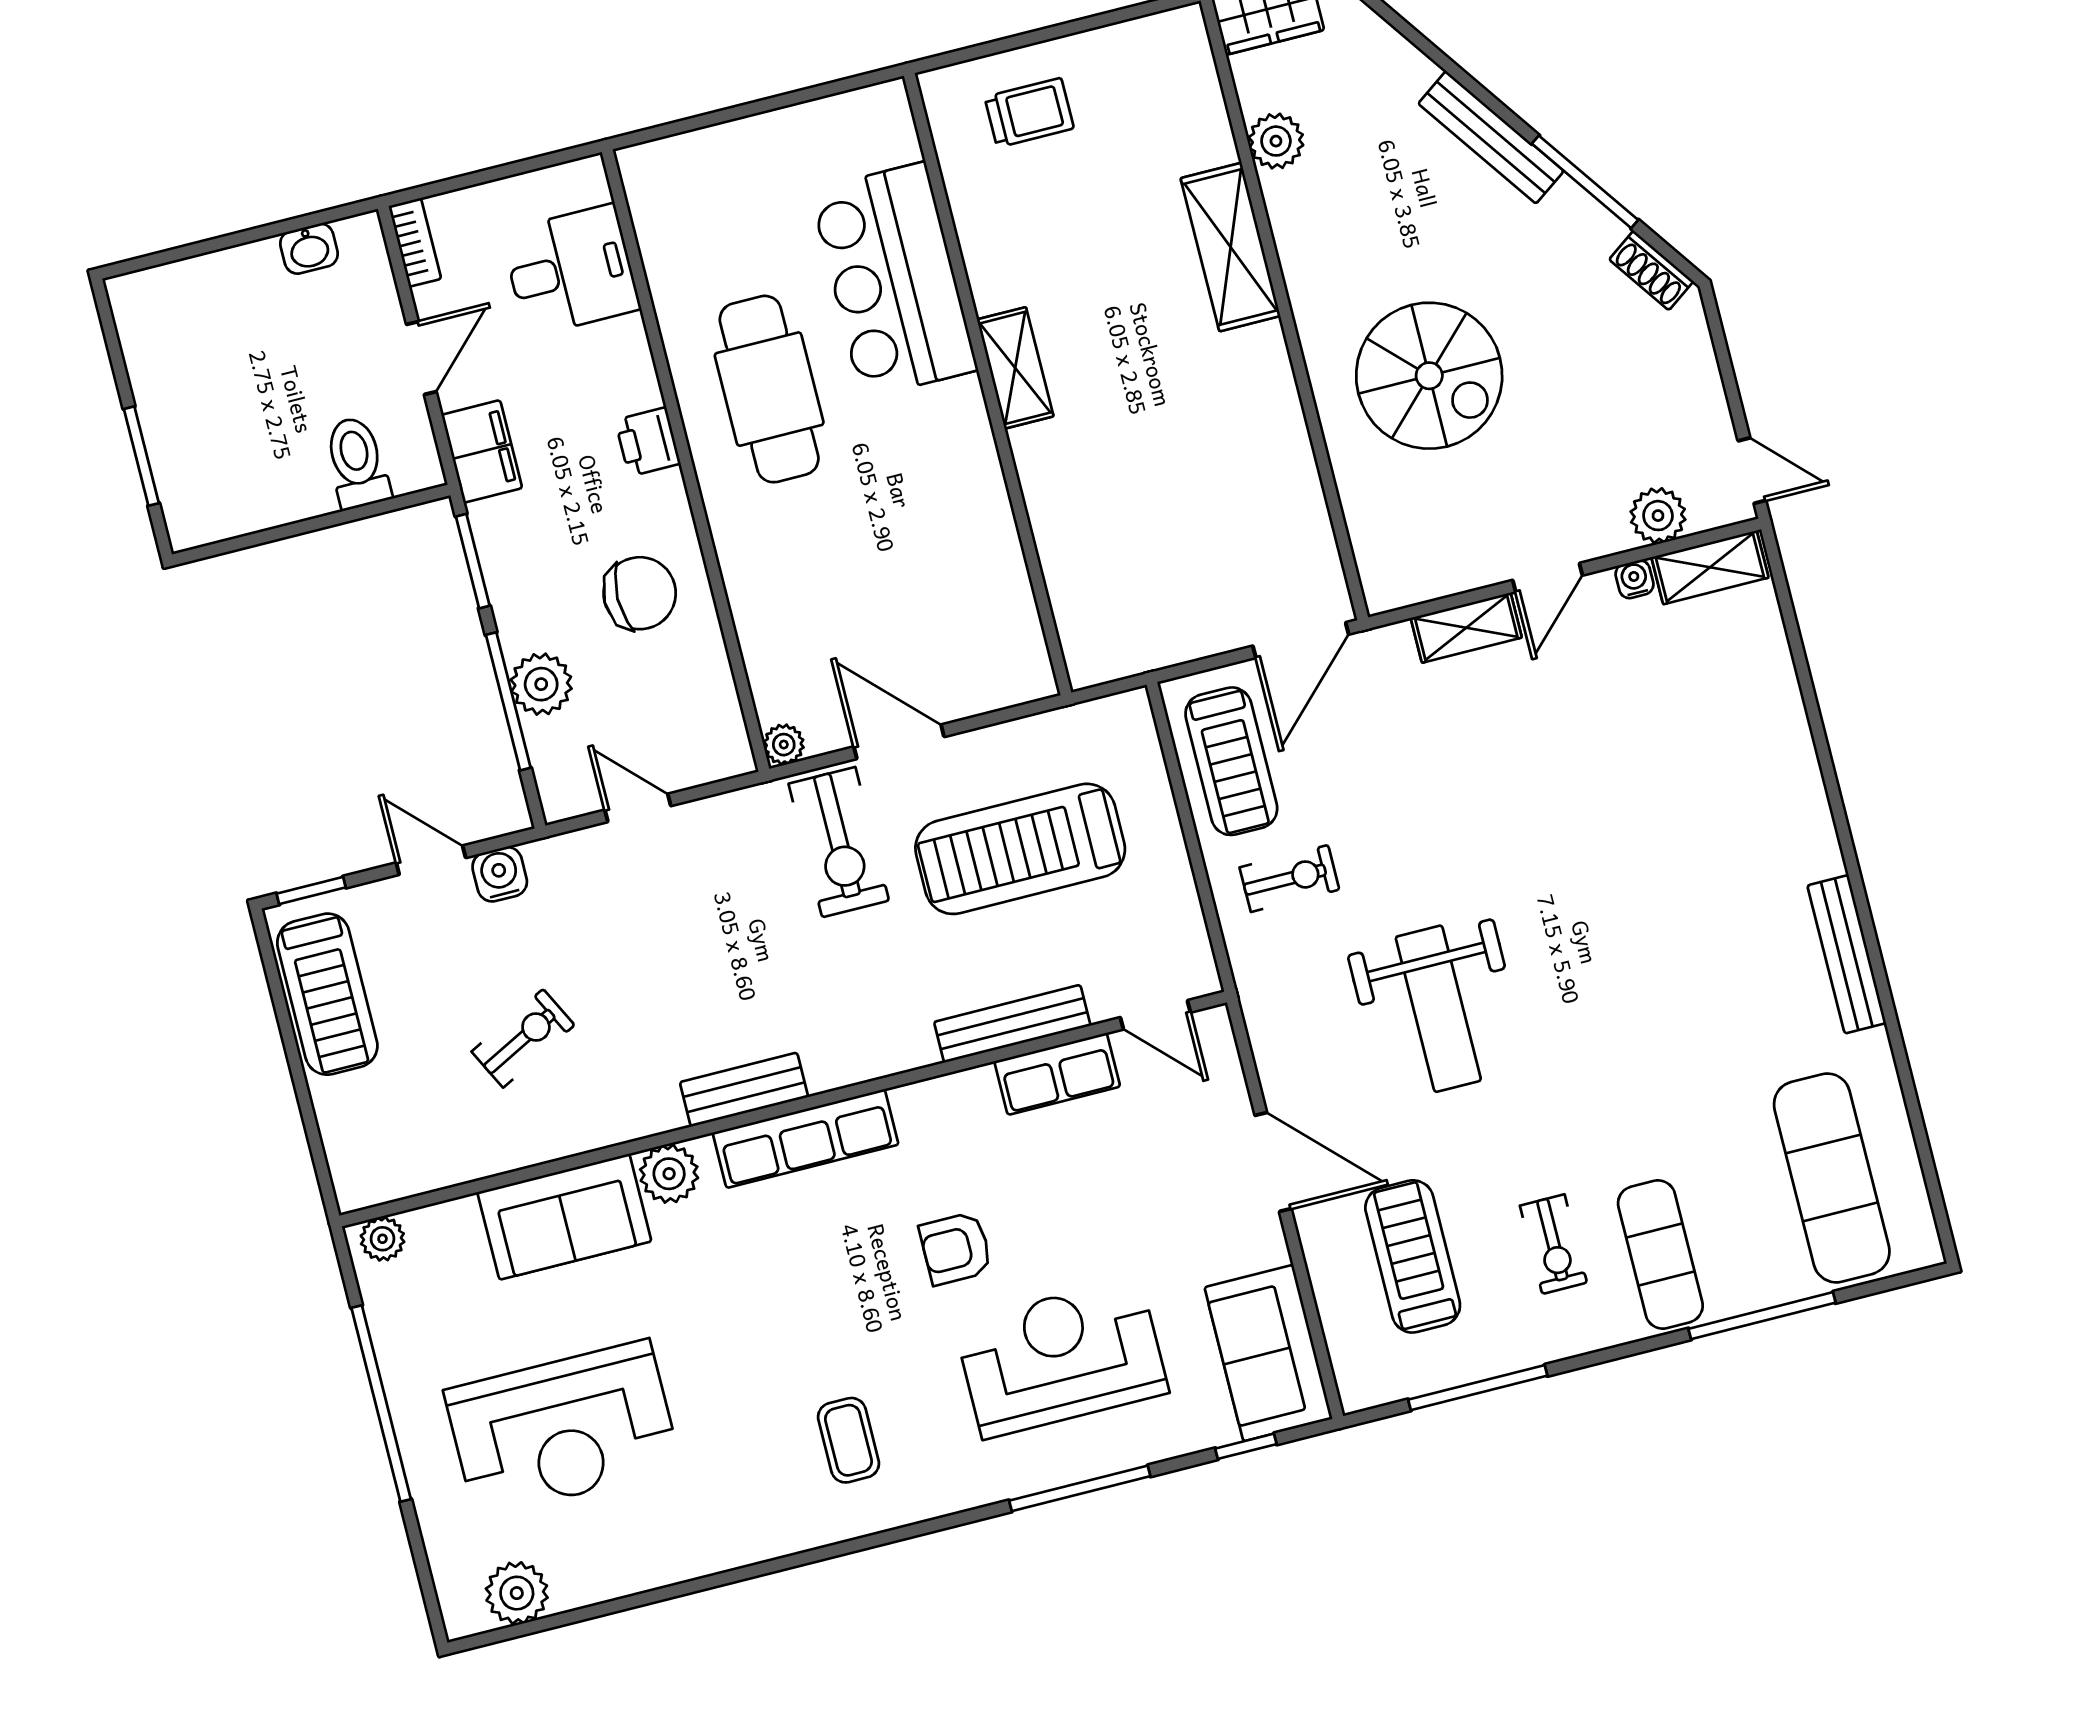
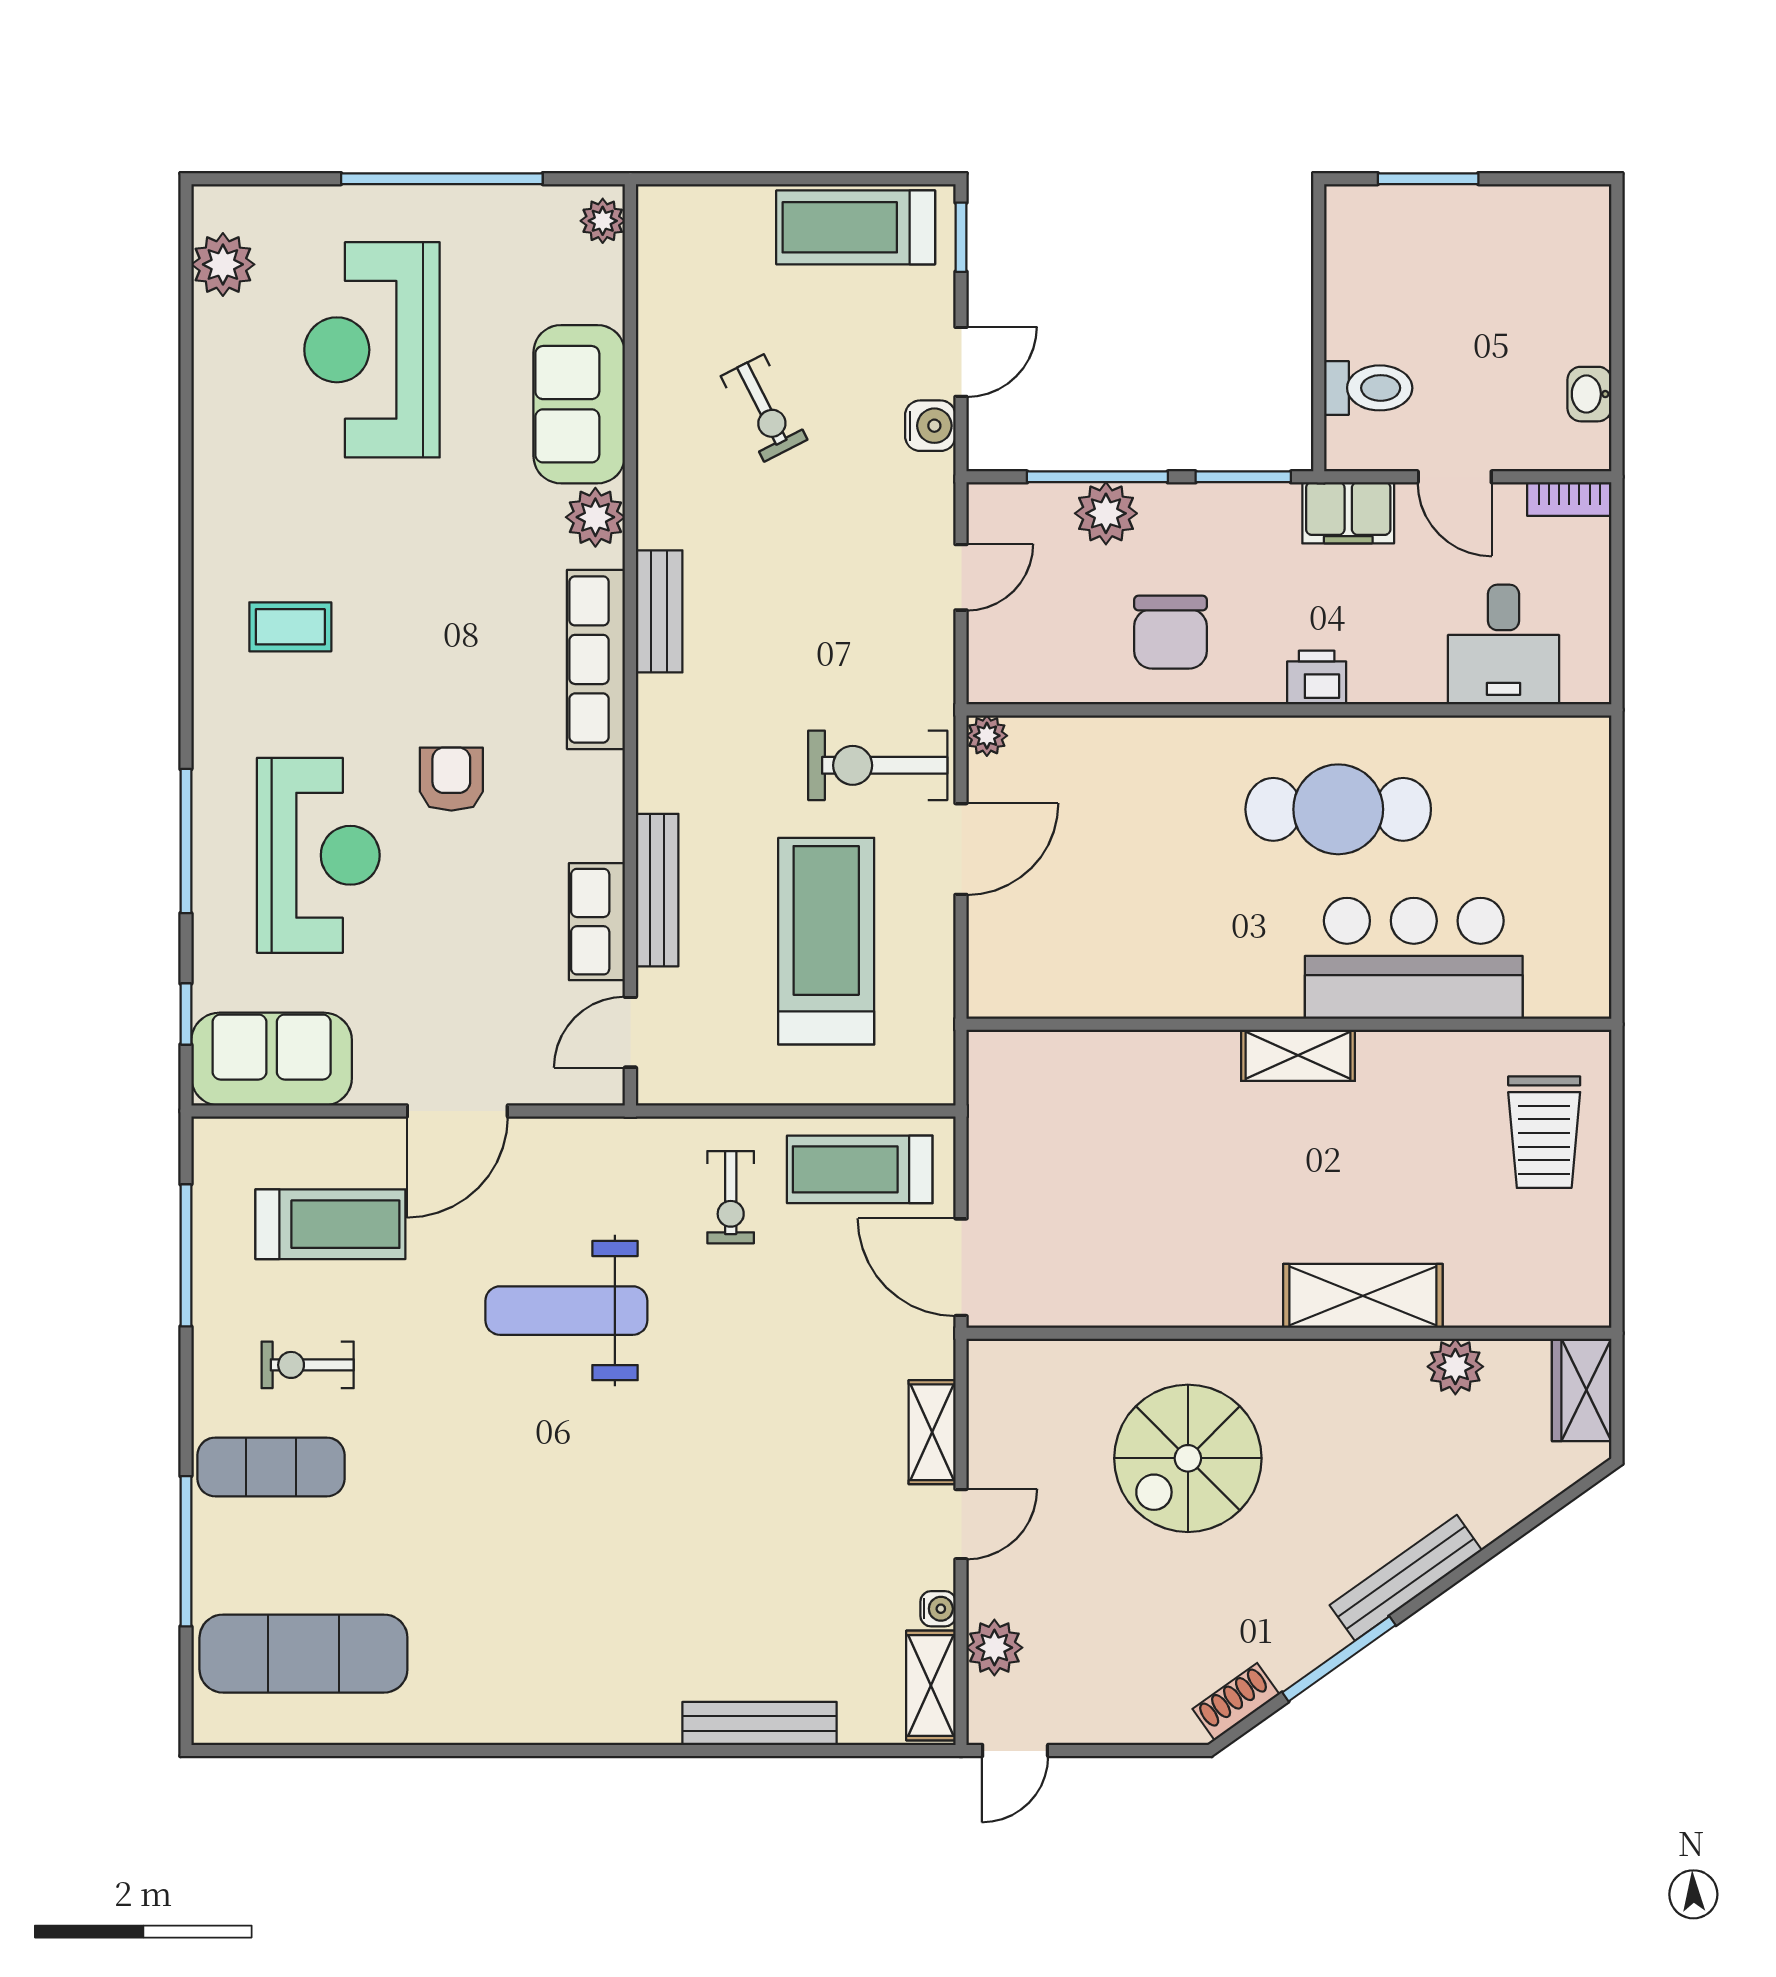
trolley: (1029, 113) -> (1544, 1132), width x1.36, depth x1.39
door: (1548, 578) -> (961, 1524), swing flipped
bench: (1847, 954) -> (759, 1723), moved

